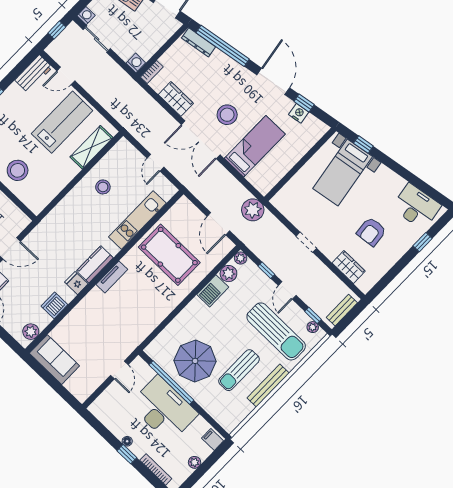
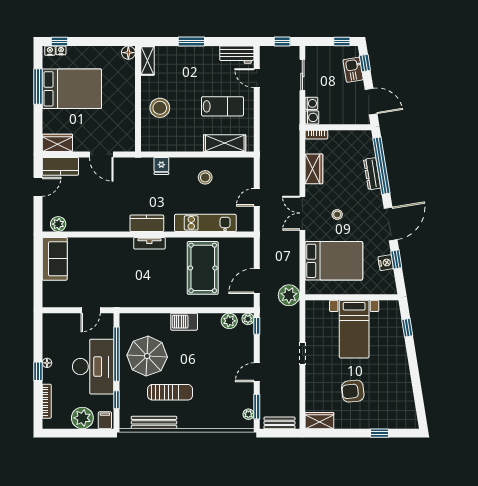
washing machine: (86, 16) -> (311, 103), moved
dresser: (199, 42) -> (372, 174), moved
stool: (227, 115) -> (337, 215), width x0.53, depth x0.53
lab bench: (62, 122) -> (223, 106), width x0.73, depth x0.72
double door: (201, 140) -> (302, 213), width x0.73
bed: (255, 146) -> (334, 261), width x1.50
bed with nightstands: (343, 173) -> (354, 329), moved, turned -81
desk: (416, 207) -> (400, 405), removed
wardrobe: (349, 267) -> (319, 421), moved, turned -90
window: (266, 270) -> (257, 326), moved
fridge: (76, 283) -> (161, 166), moved, turned 180
barbecue: (213, 291) -> (184, 322), moved
dishwasher: (54, 305) -> (92, 223), removed
window: (313, 315) -> (257, 407), width x1.50
sun lounger: (276, 331) -> (221, 392), removed
sun lounger: (239, 370) -> (170, 392), turned 180
bench: (268, 386) -> (154, 422), moved
window: (206, 416) -> (117, 400), added
plant: (195, 462) -> (82, 418), width x1.88, depth x1.88

